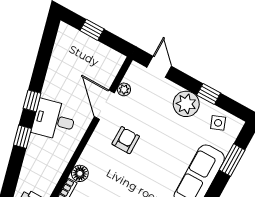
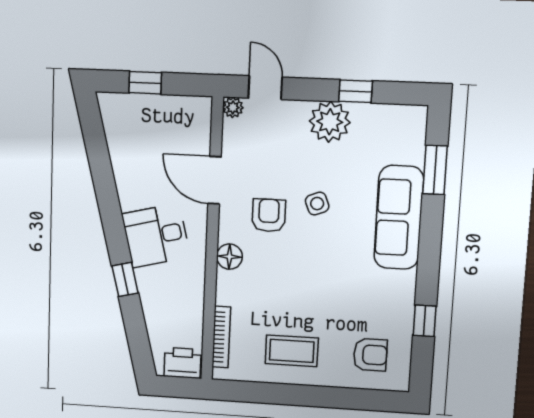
plant: (124, 89) -> (233, 107), moved
window: (32, 101) -> (113, 224), removed
side table: (218, 123) -> (317, 204), moved
floor lamp: (80, 173) -> (229, 257), moved

